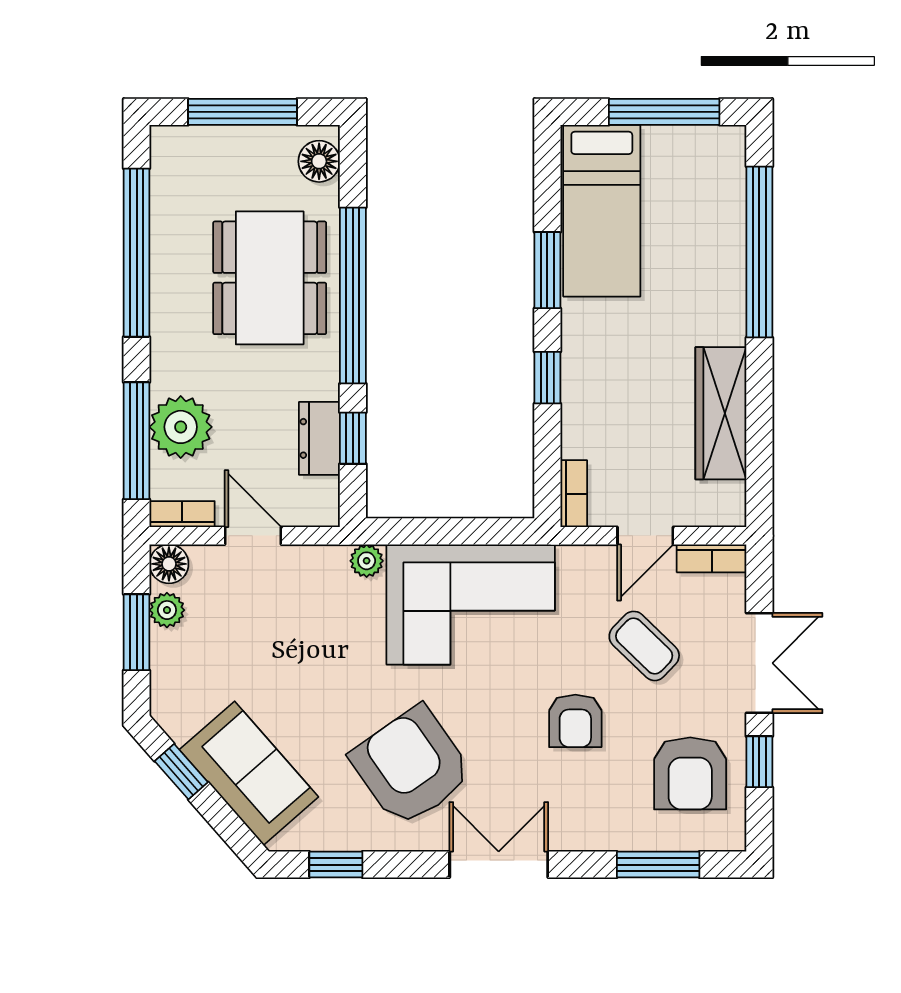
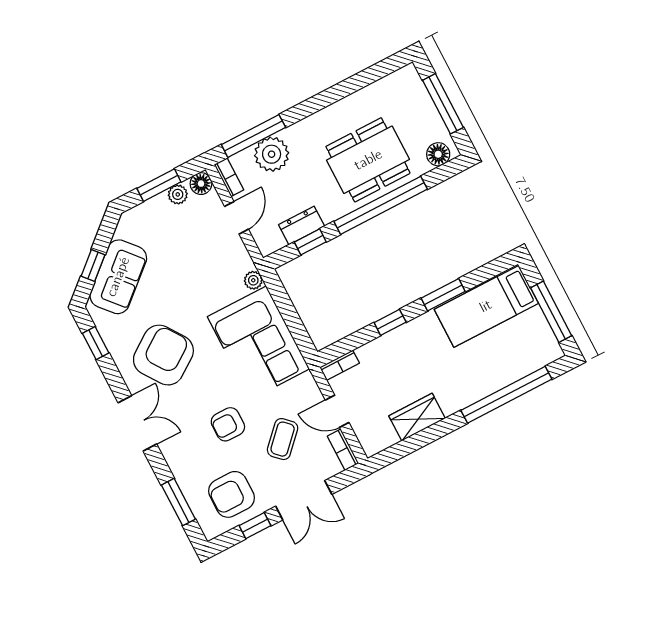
window: (137, 253) -> (346, 88), removed
wardrobe: (721, 413) -> (417, 417), width x0.67
window: (181, 772) -> (93, 265), moved

